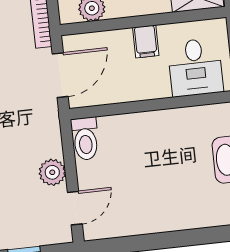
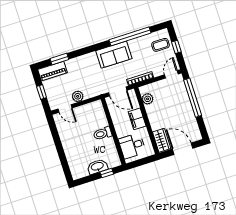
filing cabinet: (146, 41) -> (137, 119), width x2.00
toilet: (85, 139) -> (103, 133), moved

